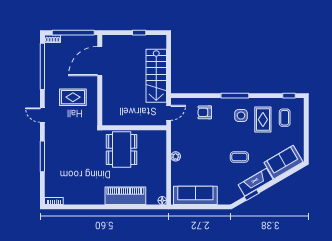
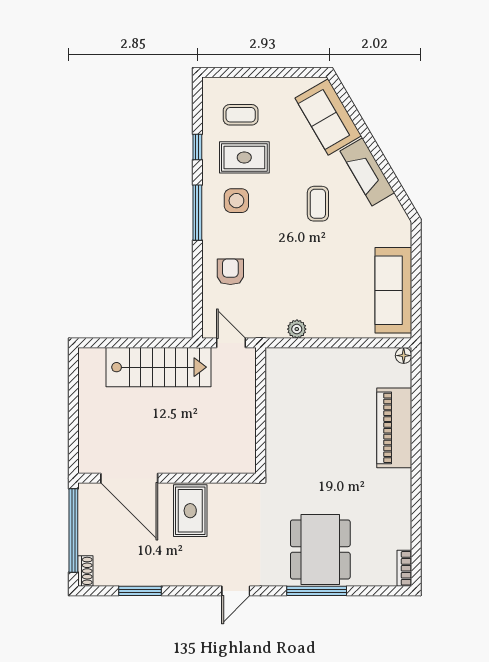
window: (139, 33) -> (73, 401), removed
window: (42, 66) -> (140, 591), width x0.47
window: (289, 96) -> (197, 147), moved
rug: (73, 97) -> (190, 511), moved
armchair: (205, 112) -> (230, 272), turned 180
dining table: (122, 150) -> (320, 549), moved, turned 90
plant: (176, 156) -> (297, 329), moved
window: (251, 195) -> (393, 180), removed

